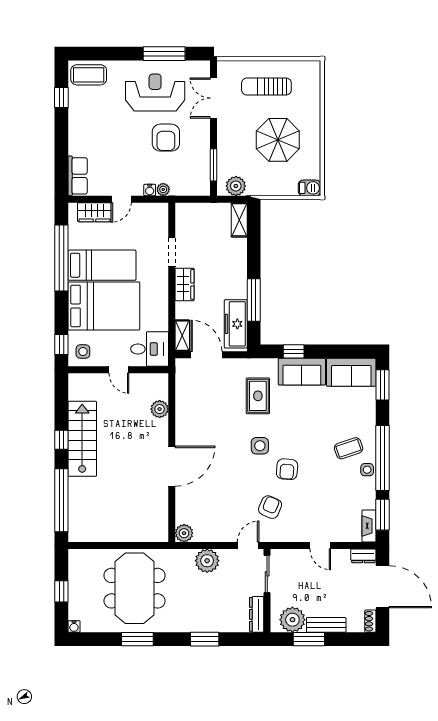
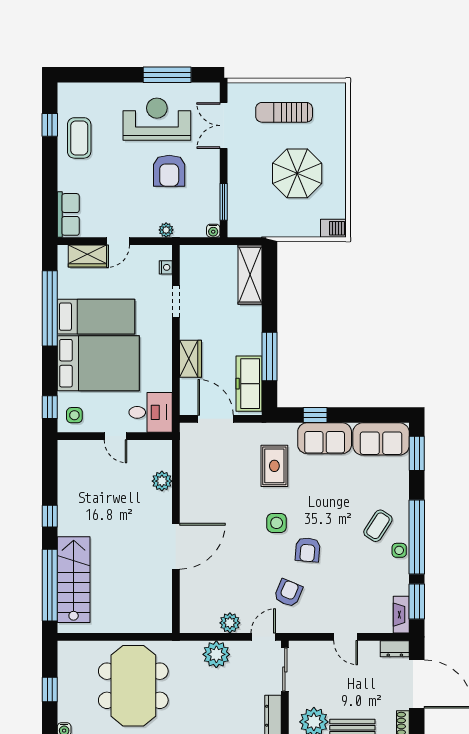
coffee table: (89, 75) -> (79, 138), moved, turned 90
plant: (236, 186) -> (249, 226), removed
water cooler: (150, 190) -> (213, 231), moved
shelving: (239, 220) -> (250, 275), width x1.50, depth x1.33
nightstand: (163, 222) -> (166, 267), added
wardrobe: (185, 284) -> (190, 359), moved
shelving: (182, 336) -> (188, 397), removed
stairs: (82, 439) -> (74, 580), moved
coffee table: (349, 448) -> (378, 526), turned -38
plant: (184, 533) -> (230, 623), moved

